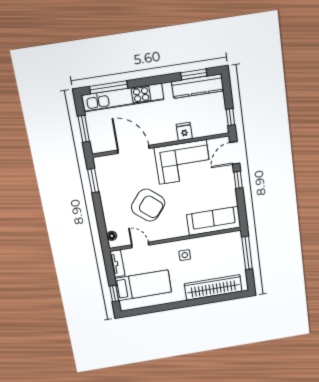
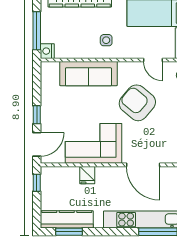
sofa: (214, 221) -> (88, 74), moved
nightstand: (236, 237) -> (47, 51), added

